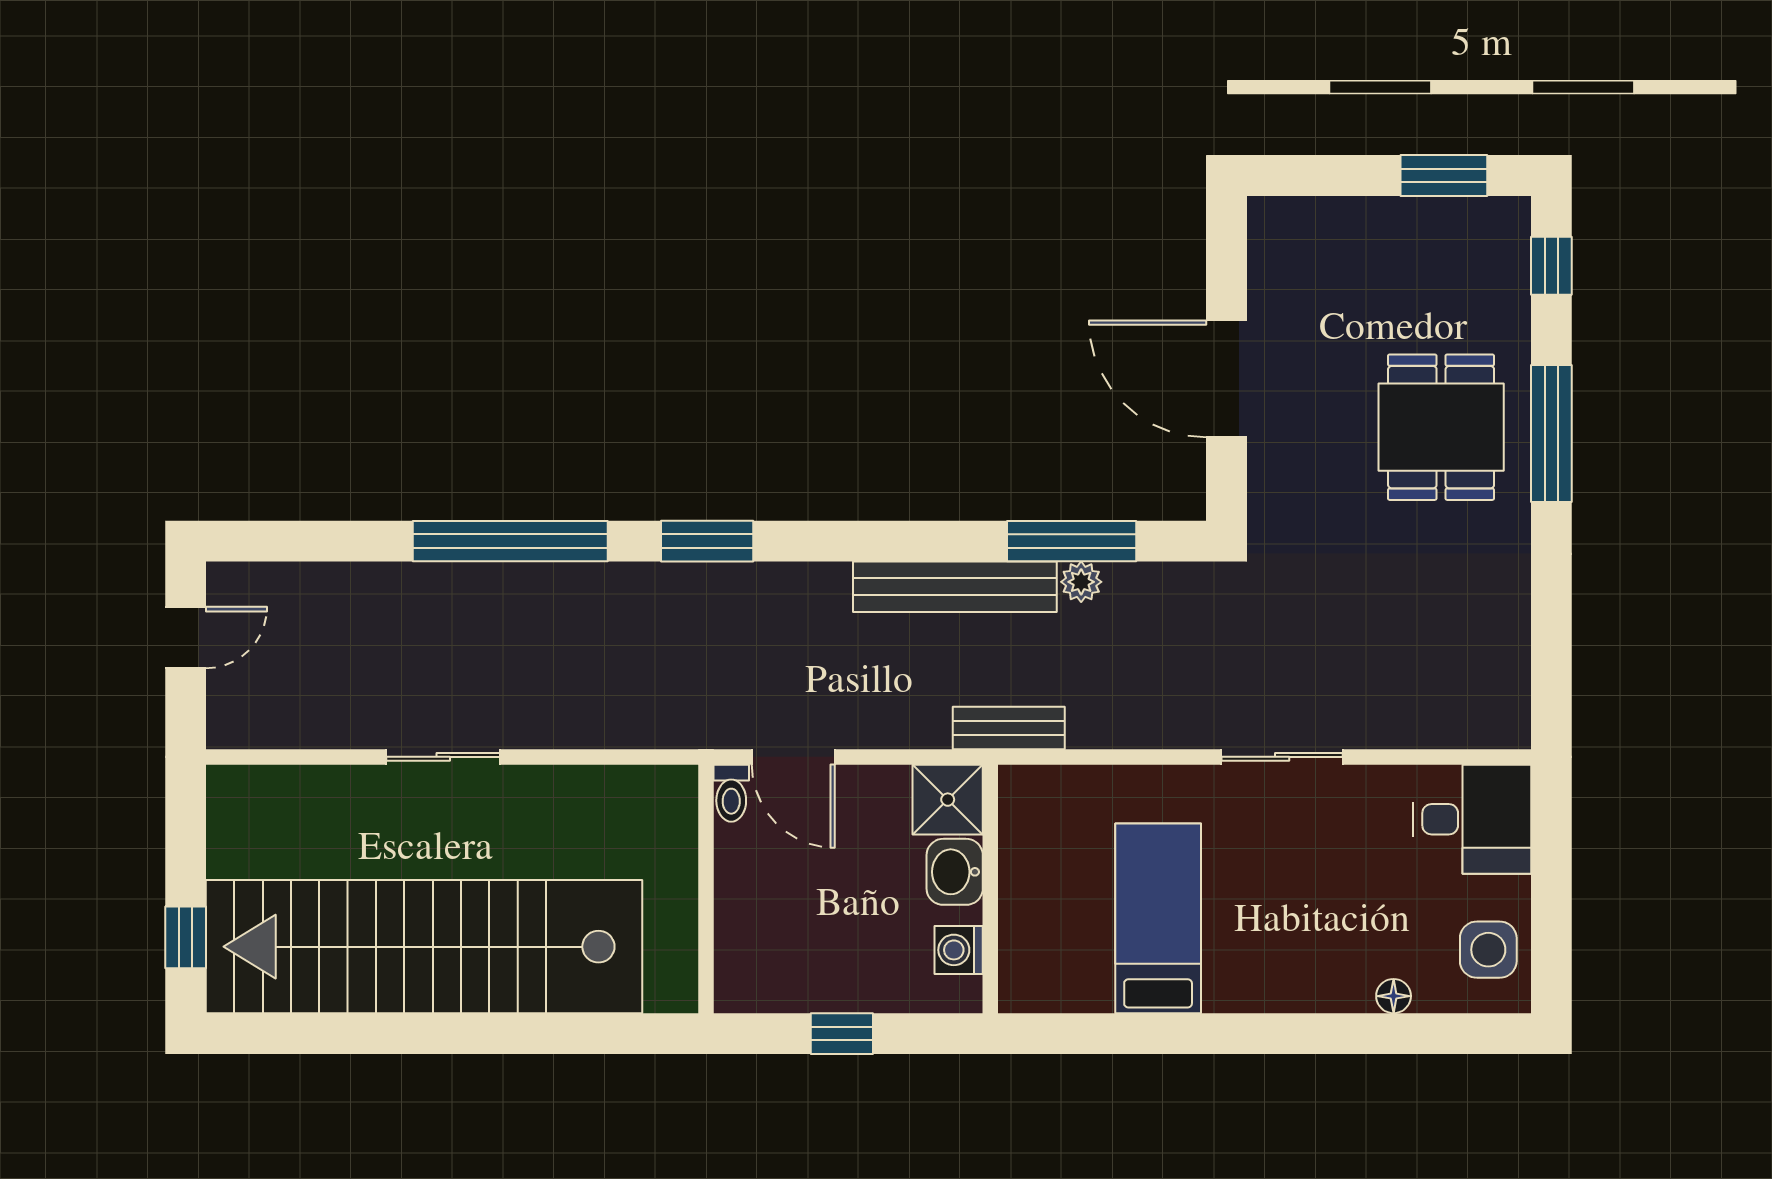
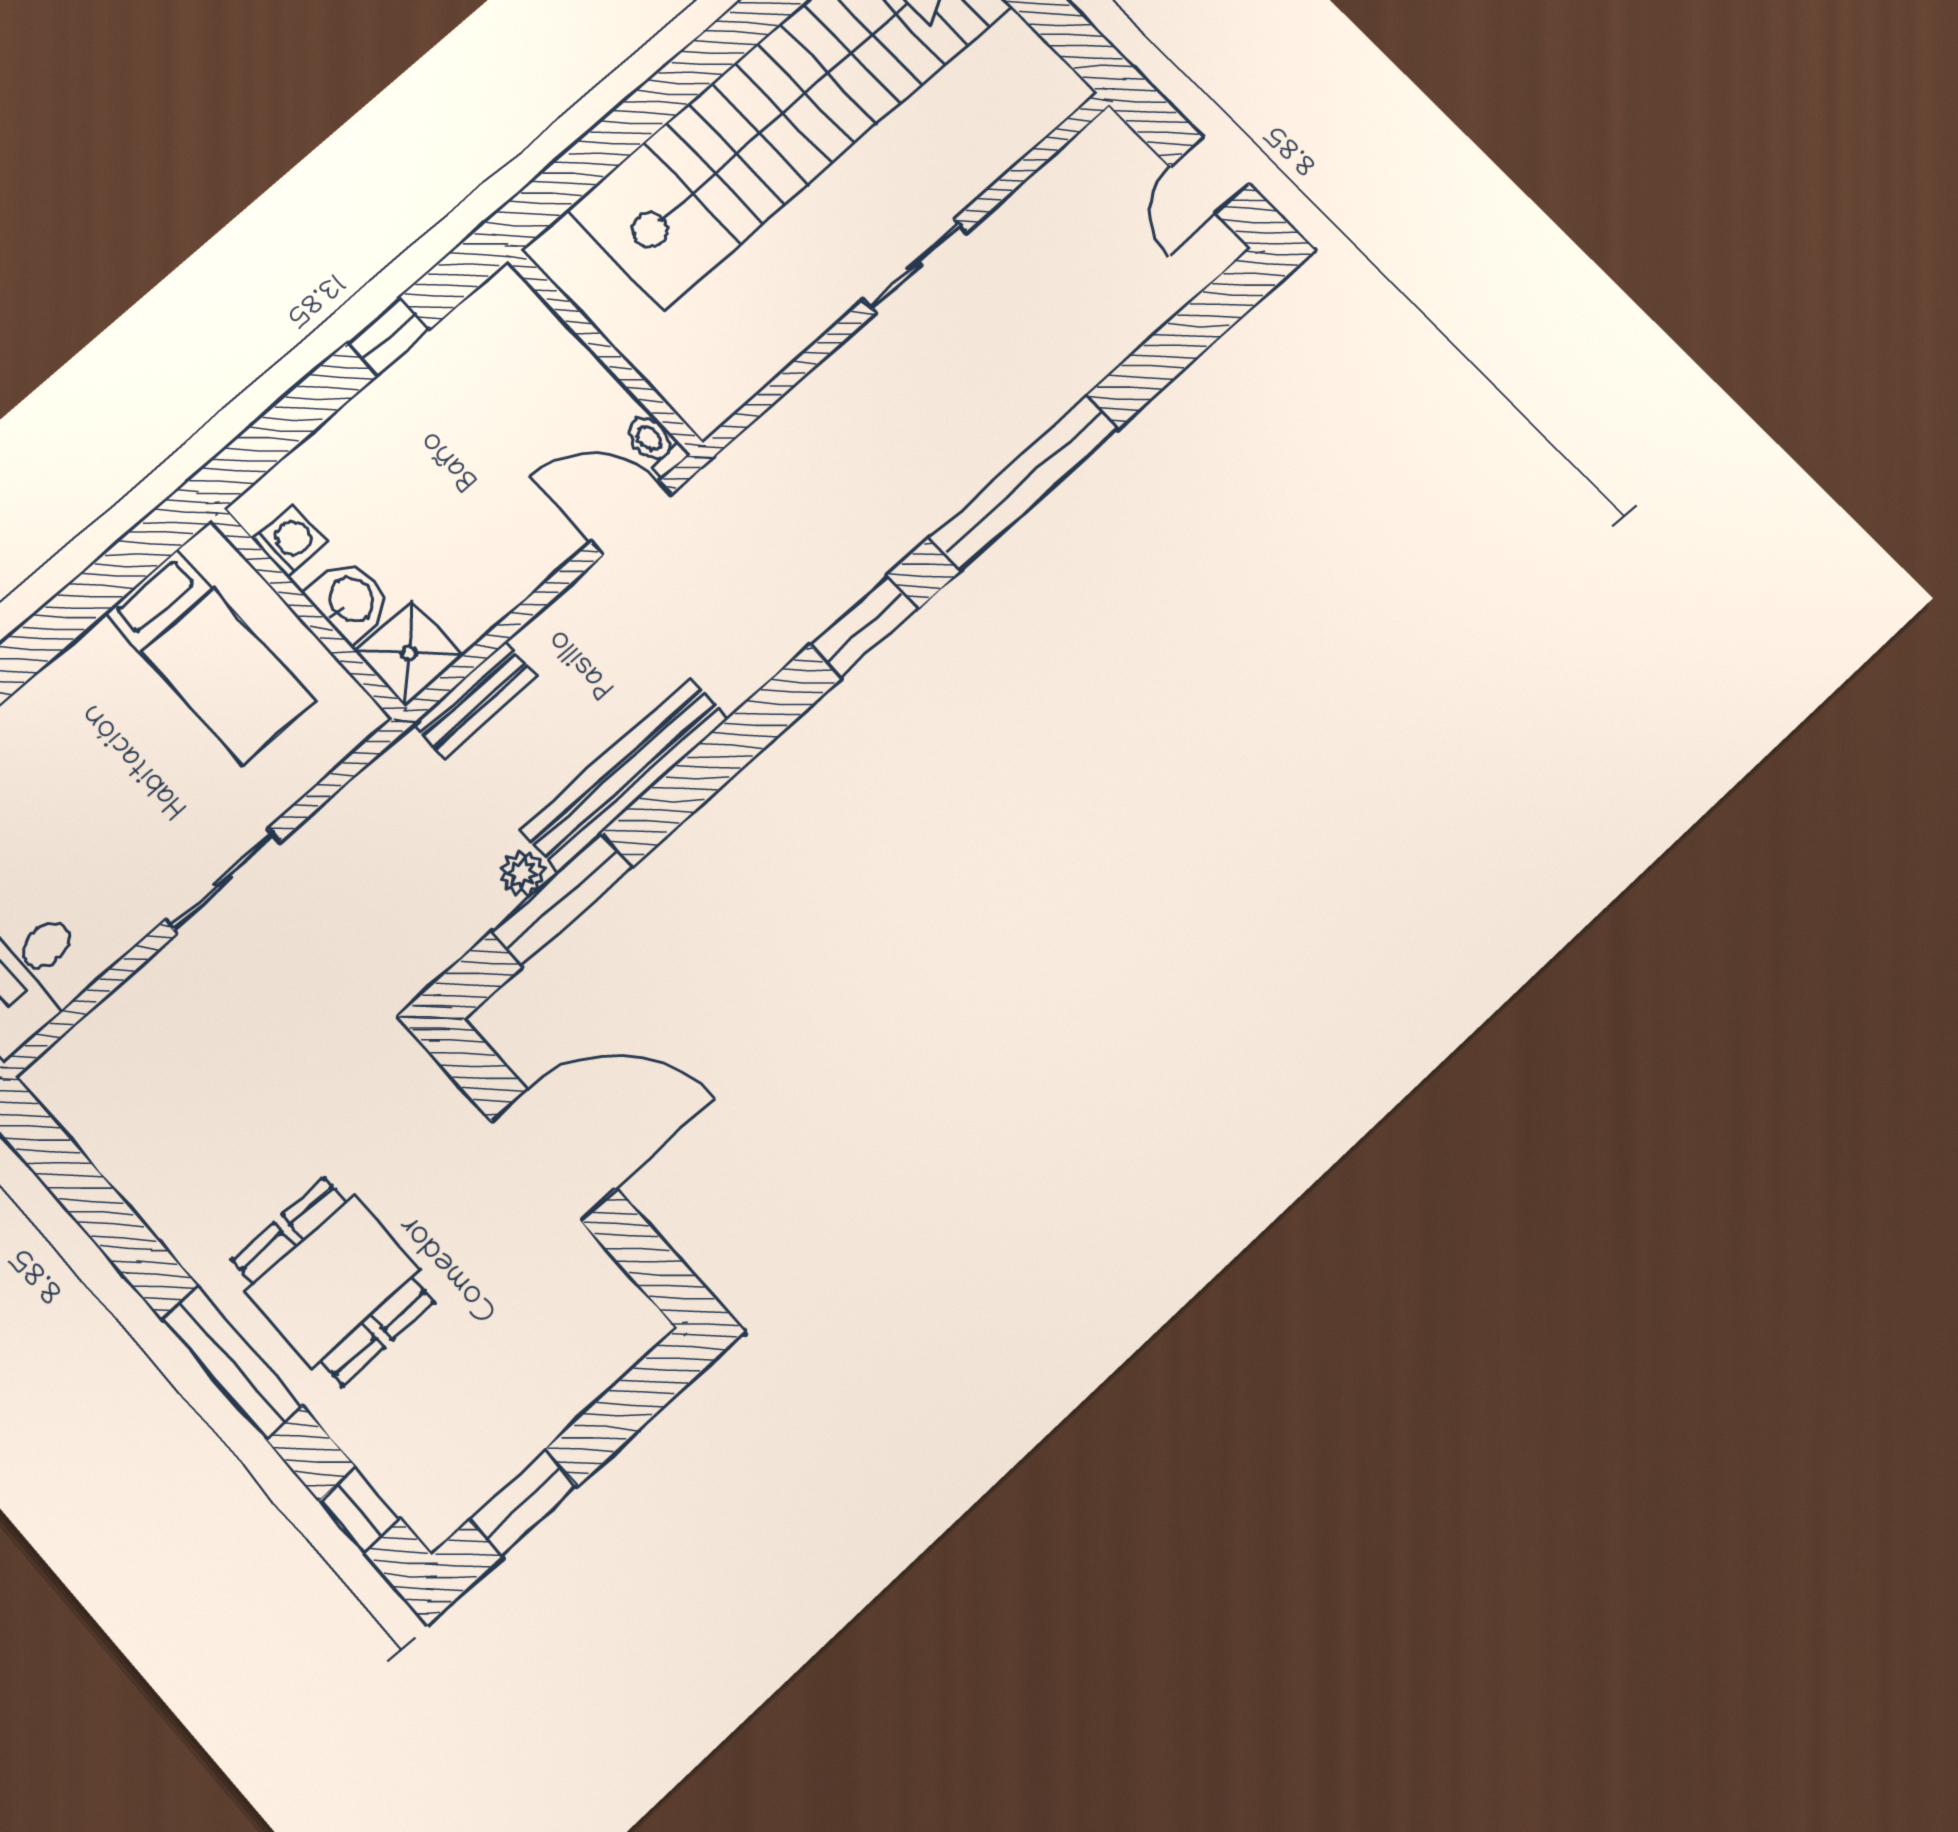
shower: (948, 800) -> (409, 653), moved
washbasin: (955, 872) -> (350, 600), moved
wall: (990, 889) -> (308, 613), moved
washing machine: (959, 950) -> (290, 541), moved

